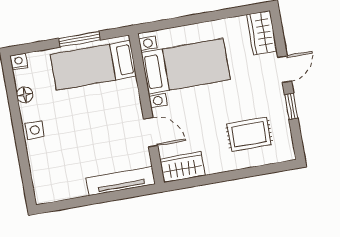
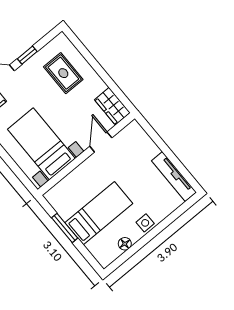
nightstand: (19, 62) -> (104, 261), removed
bed: (93, 65) -> (99, 213), moved, turned -90
tv unit: (121, 181) -> (174, 177), moved

